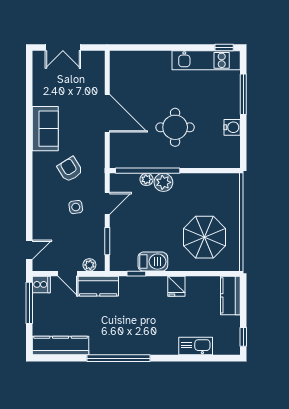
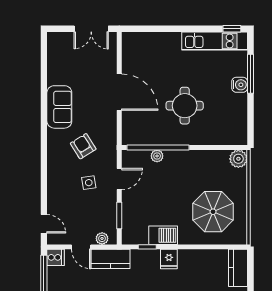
double door: (63, 48) -> (91, 29), moved
water cooler: (232, 127) -> (240, 85), moved
plant: (163, 182) -> (238, 159), moved
door: (29, 250) -> (44, 224), hinge flipped
fridge: (176, 286) -> (169, 259), moved

